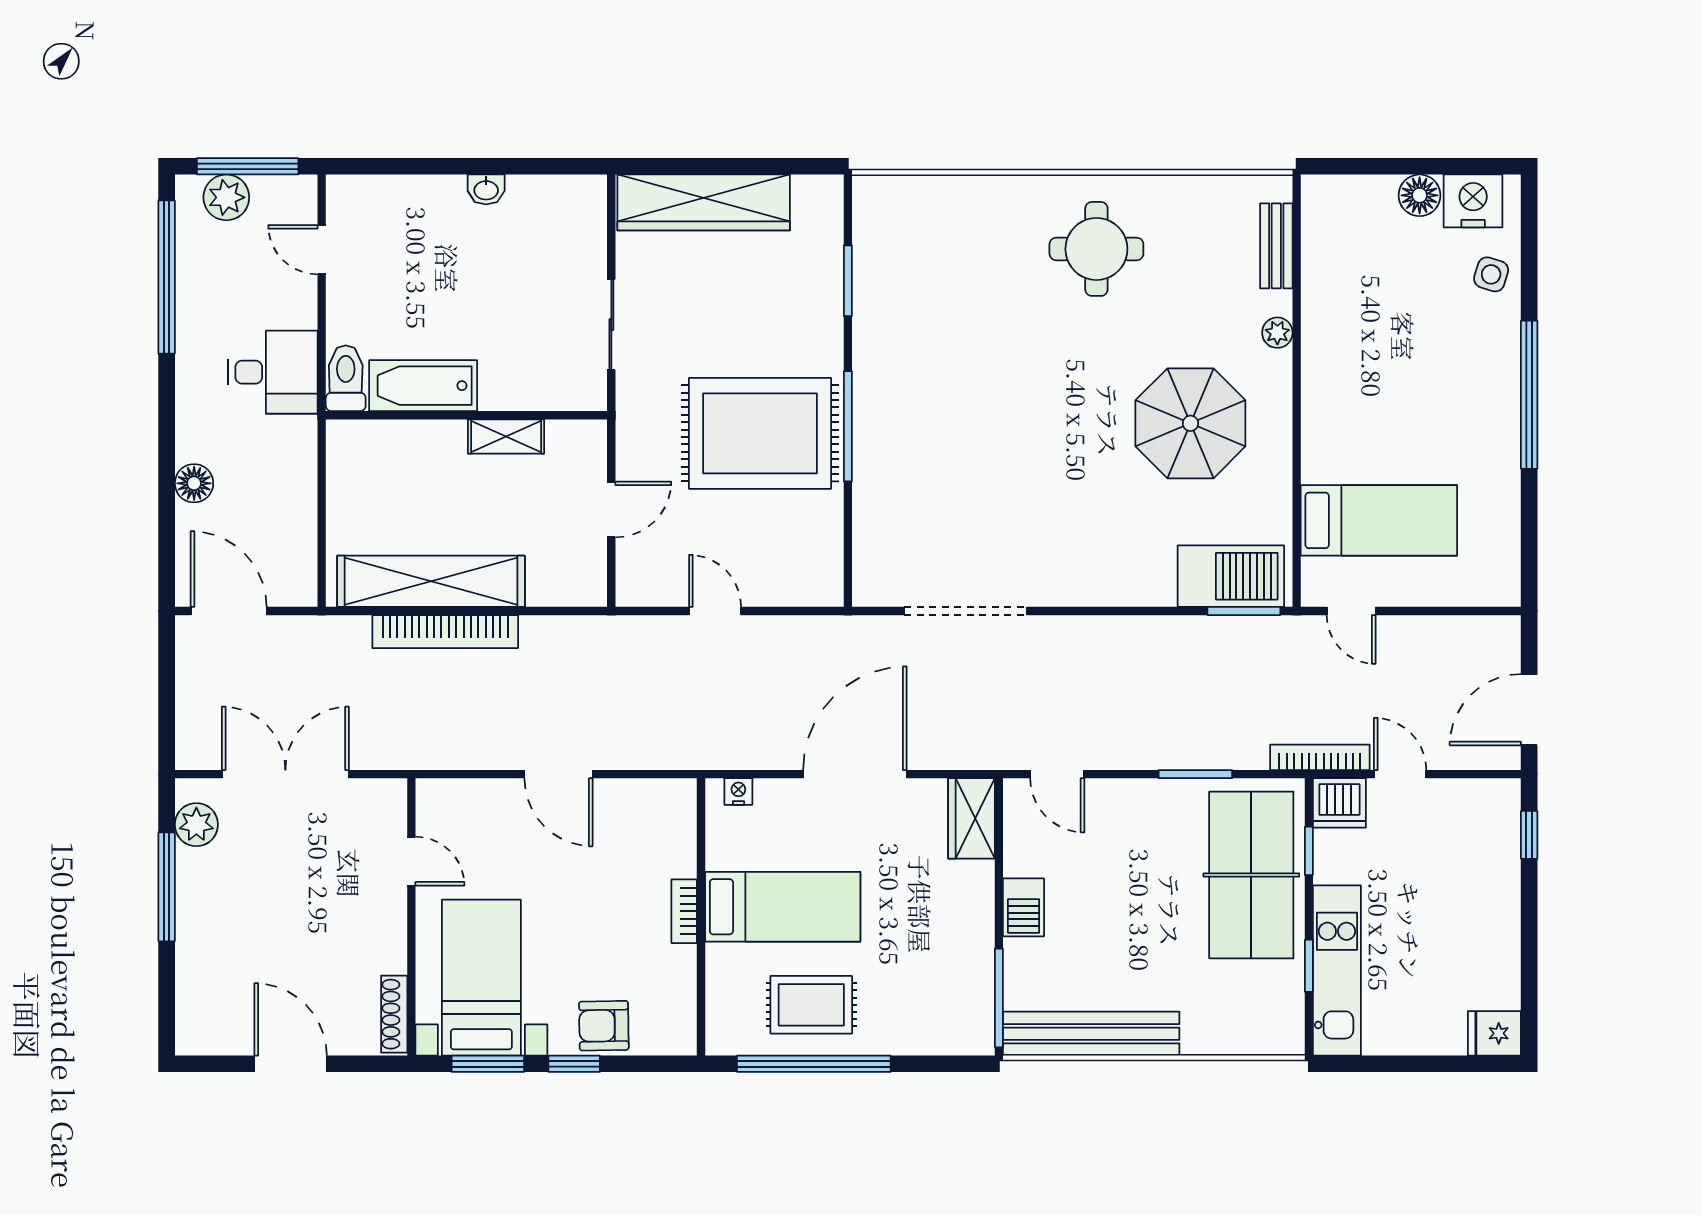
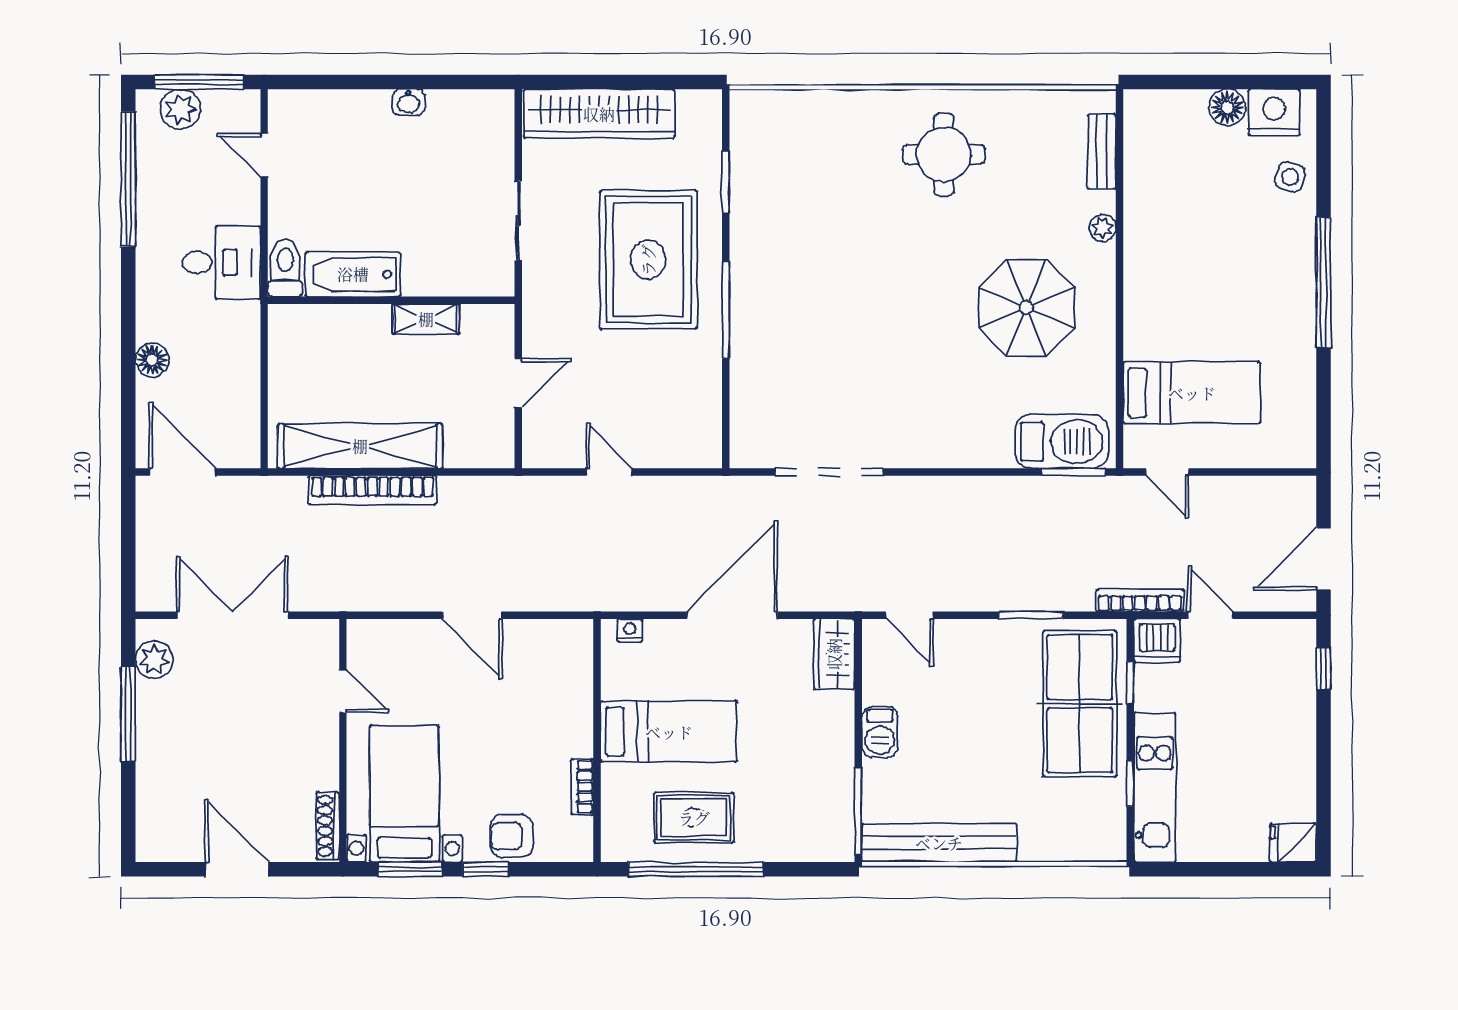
rug: (760, 433) -> (648, 260), moved, turned 90
bookcase: (684, 911) -> (582, 787), moved

